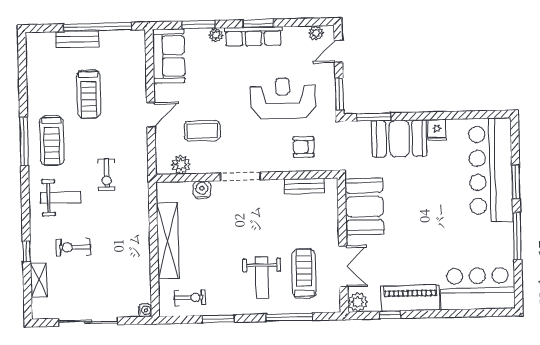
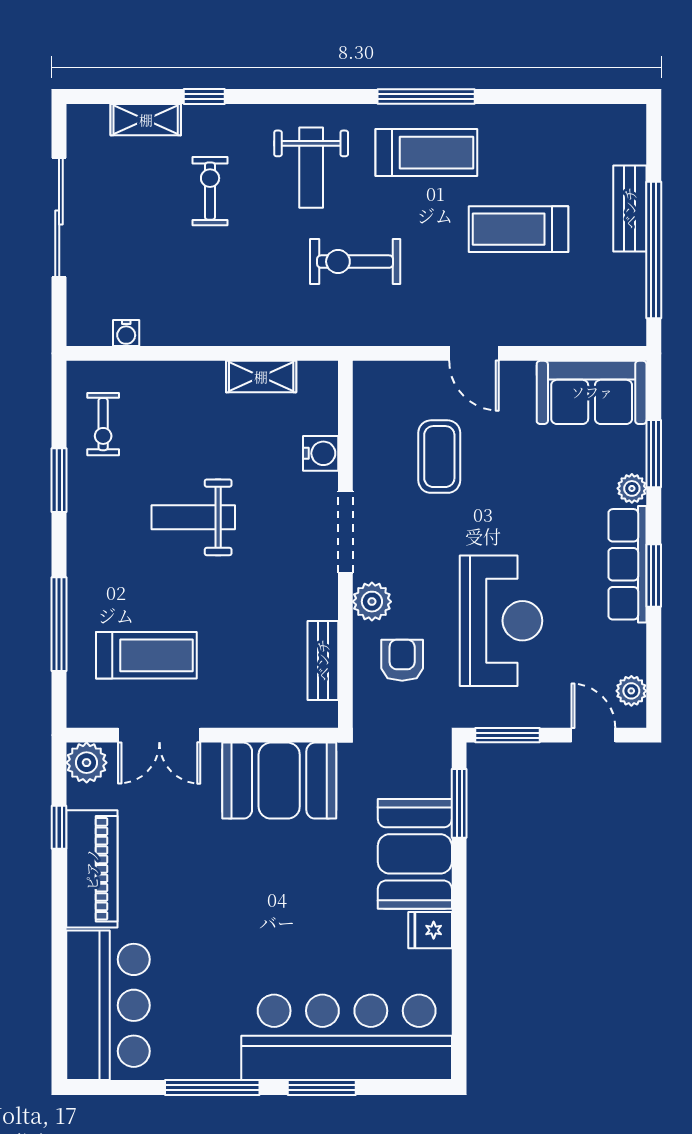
treadmill: (52, 141) -> (426, 153), turned 180
plant: (181, 165) -> (372, 602), moved
exercise bike: (107, 175) -> (355, 262), width x1.38, depth x1.39
shelving: (168, 241) -> (261, 377), width x0.45, depth x0.75
weight bench: (262, 277) -> (193, 517), moved
water cooler: (145, 310) -> (126, 333), moved

